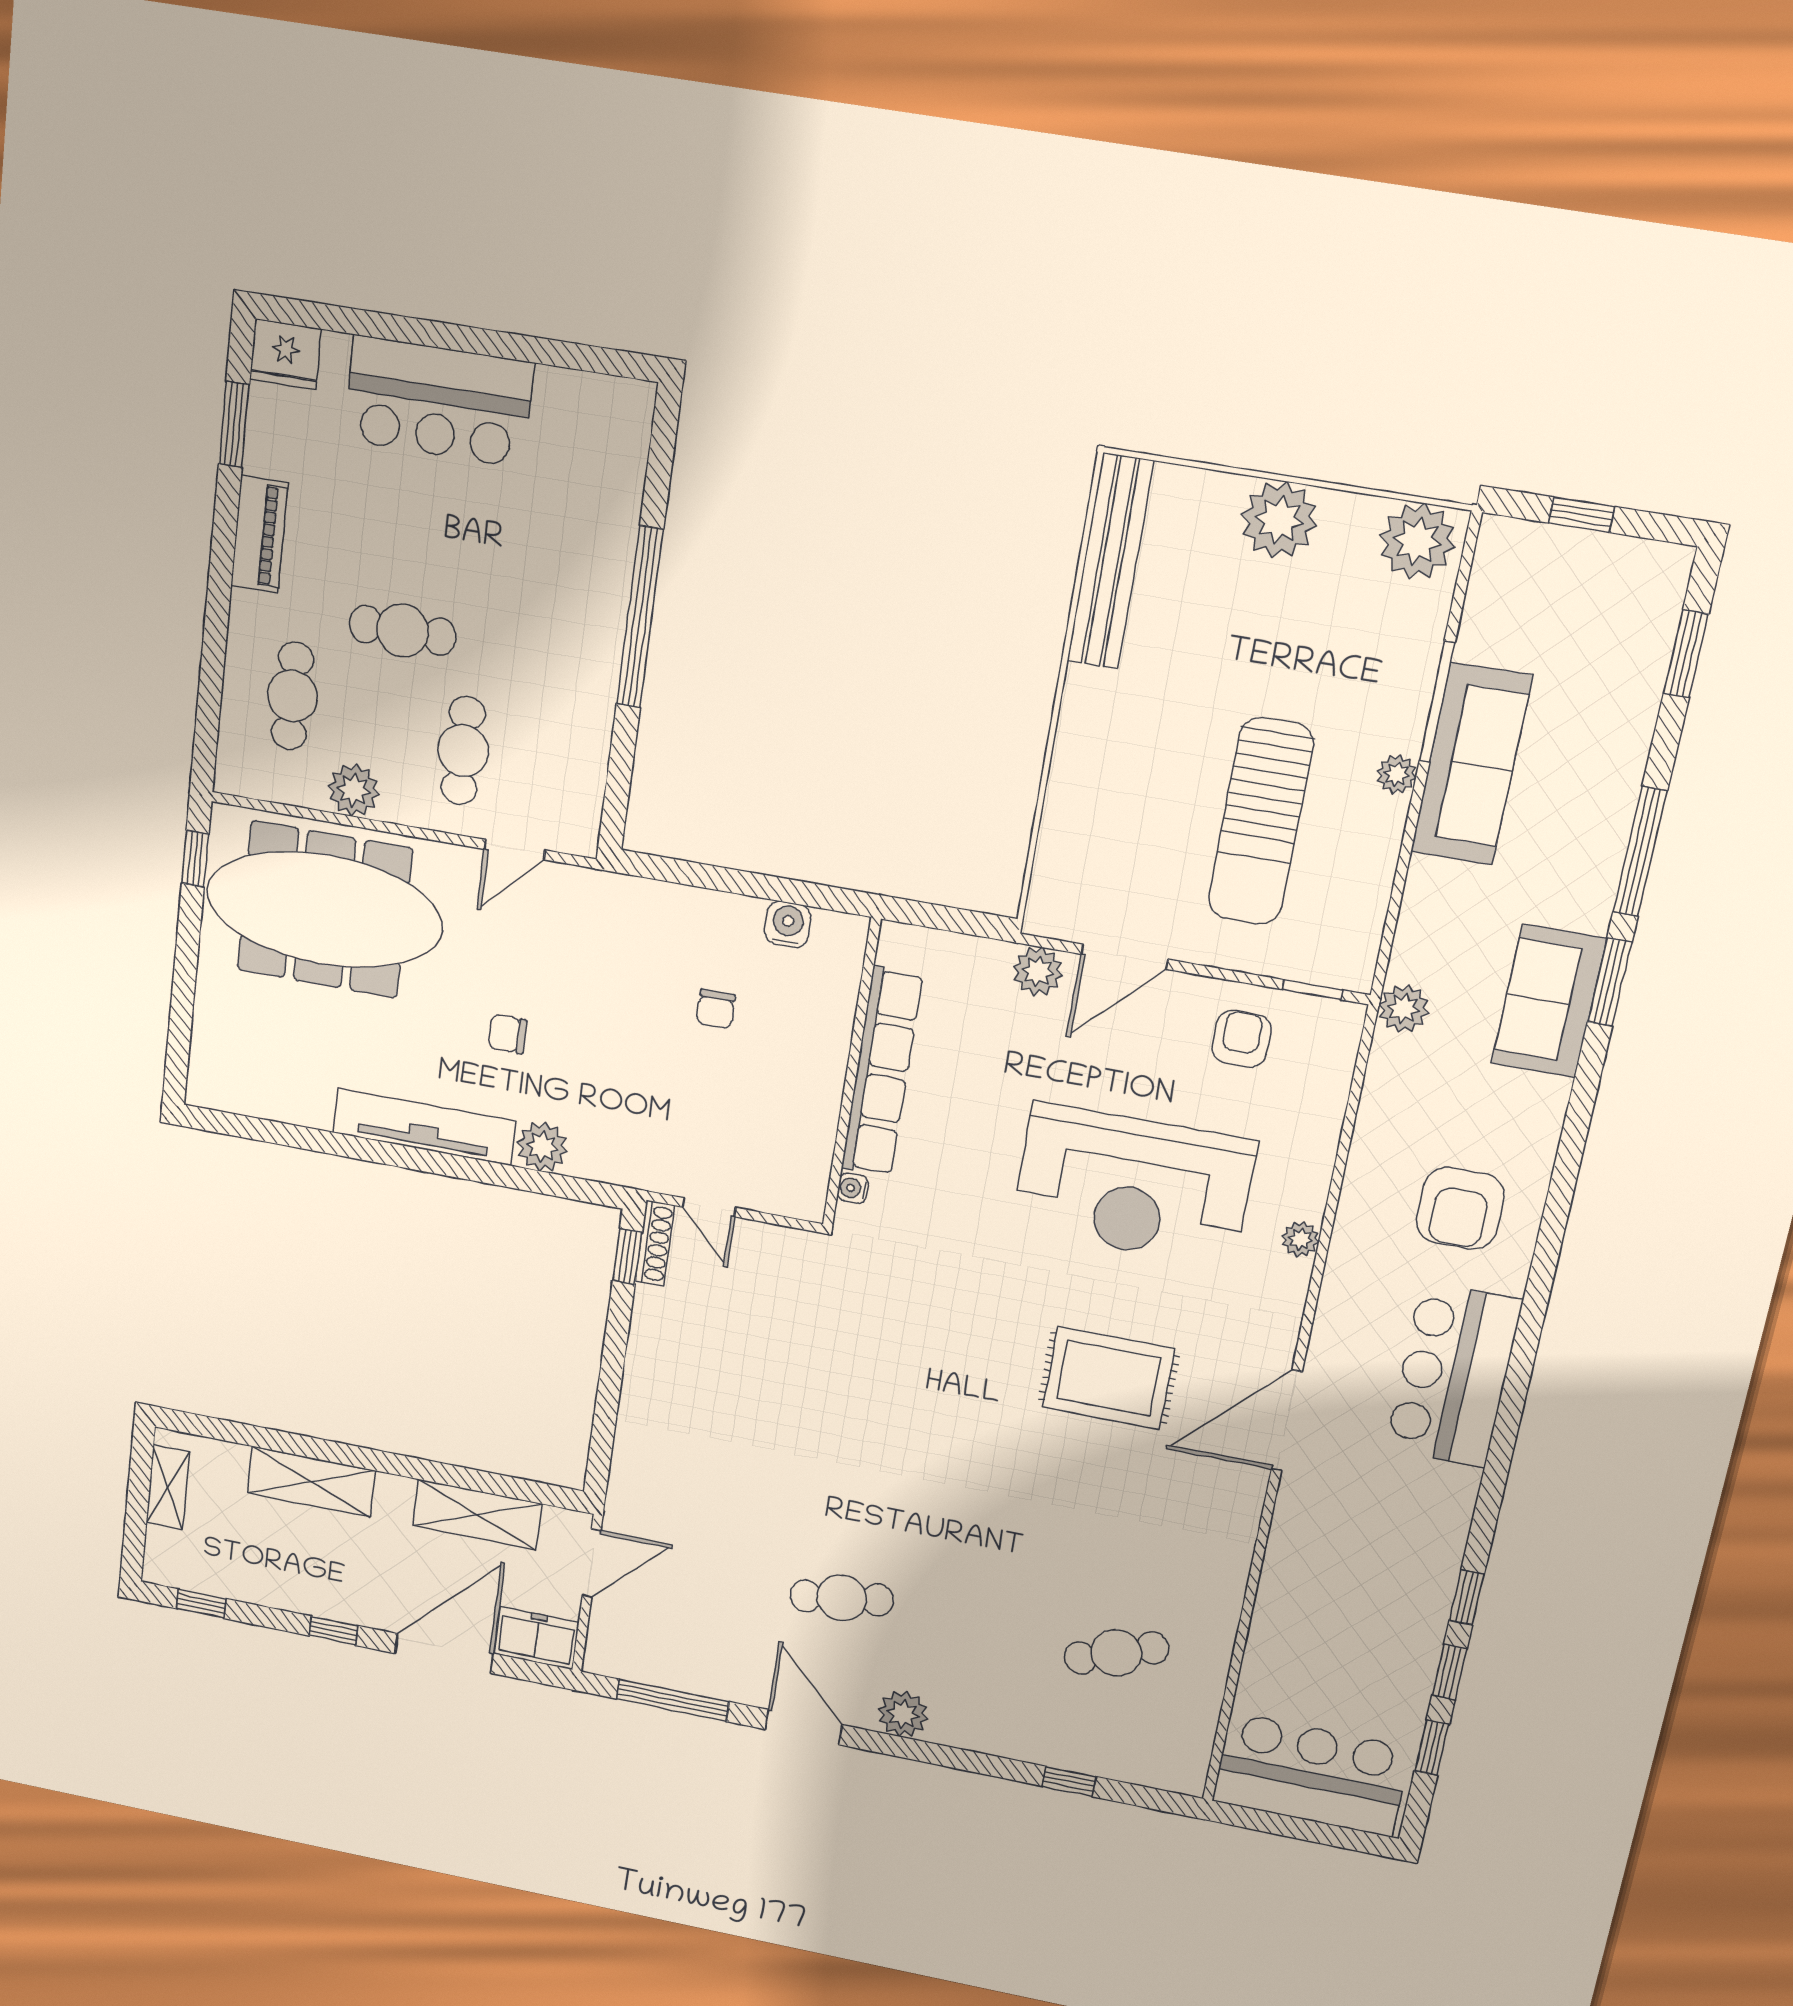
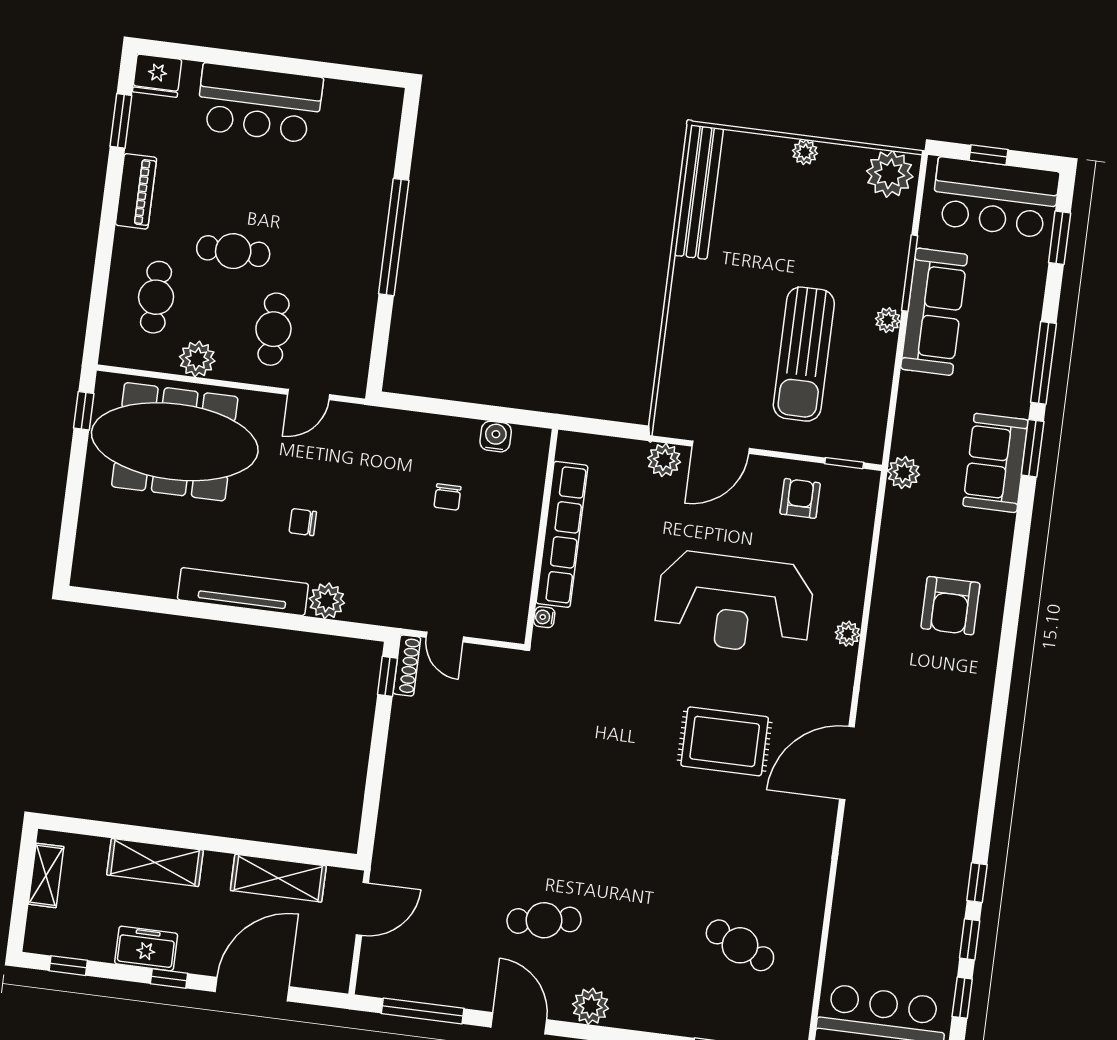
plant: (1279, 520) -> (805, 152), width x0.53, depth x0.53
bar counter: (1454, 1375) -> (995, 198), moved, turned -90
freezer: (536, 1638) -> (146, 948), moved
cafe table: (1116, 1653) -> (740, 945), turned 45

